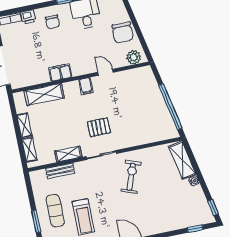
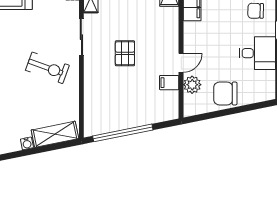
plant: (134, 57) -> (192, 85), moved
filing cabinet: (86, 86) -> (169, 83), moved
pallet: (99, 127) -> (125, 53), moved

